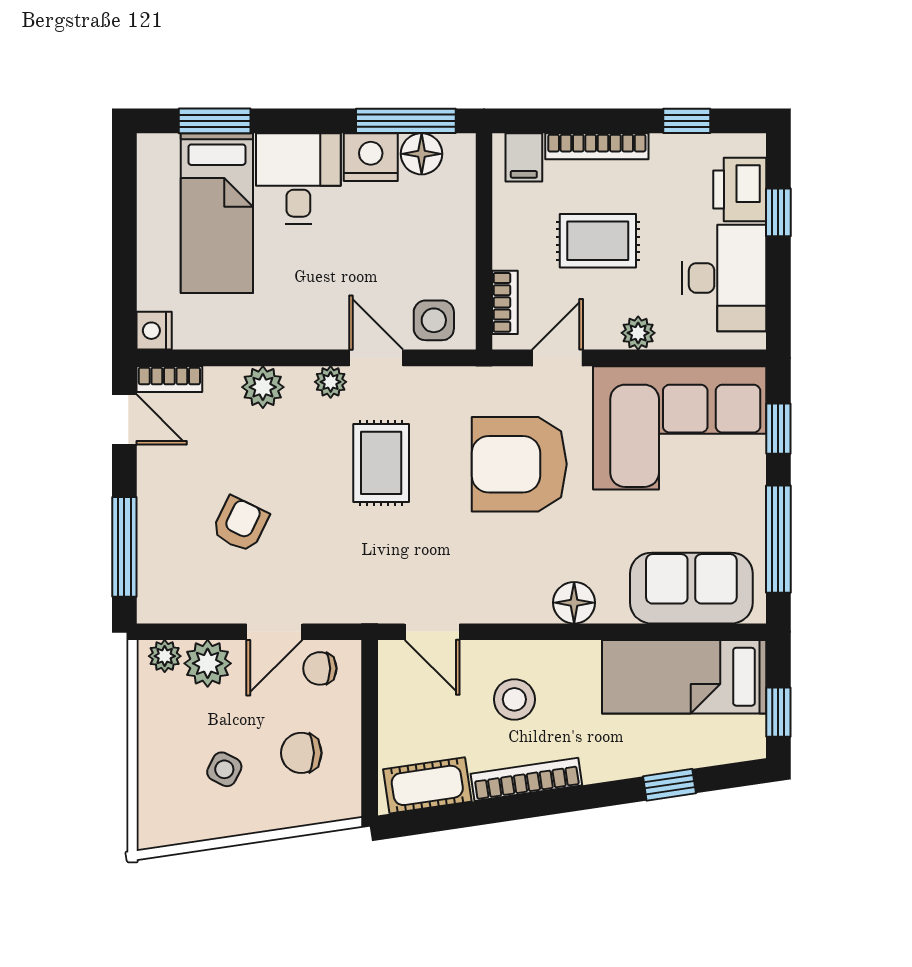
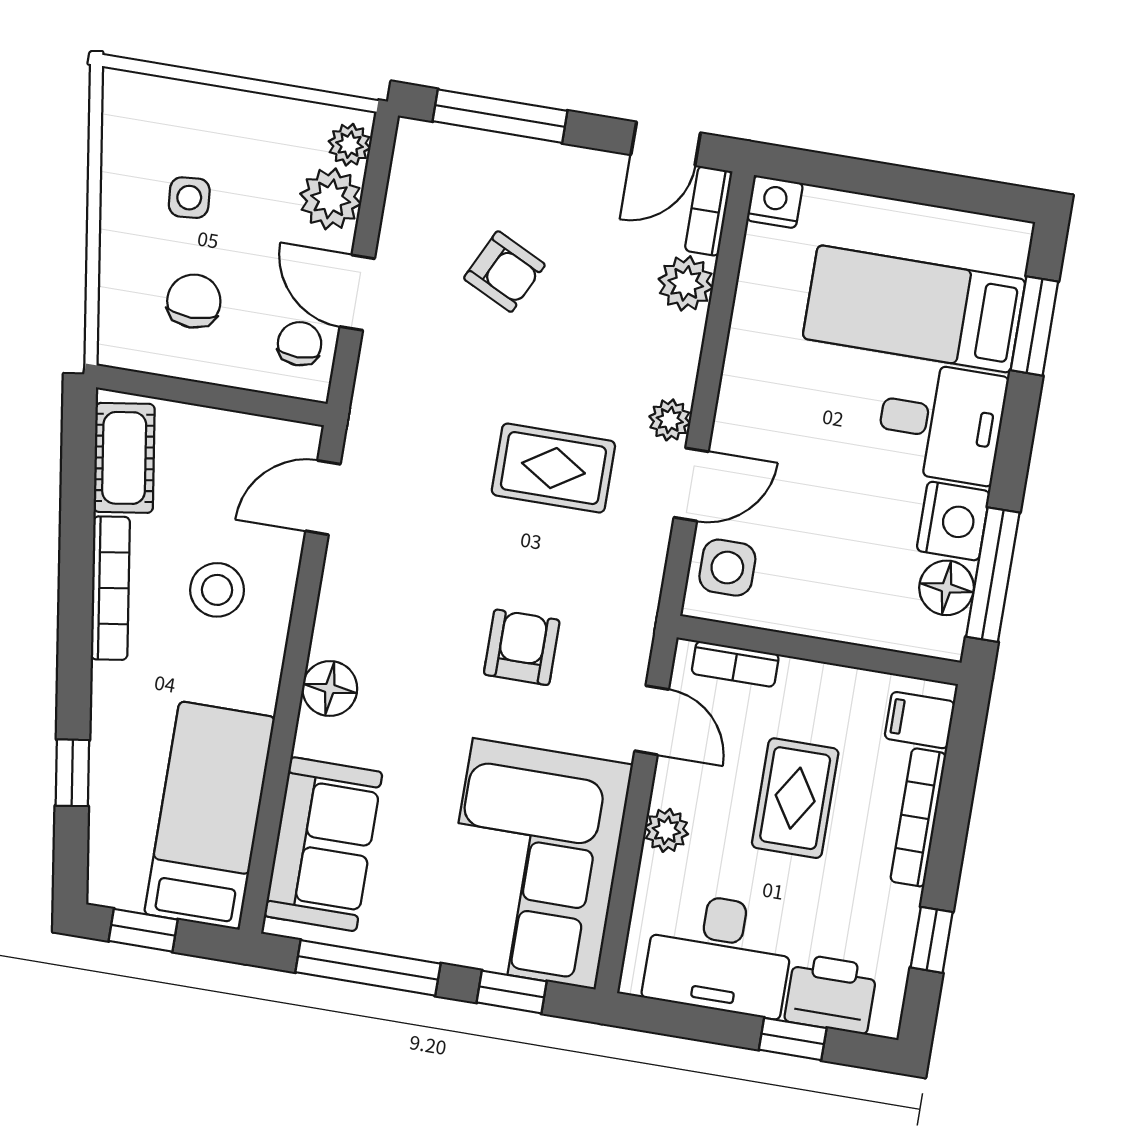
plant: (263, 387) -> (686, 283), moved
armchair: (519, 464) -> (522, 647), width x0.53, depth x0.53
side table: (224, 769) -> (189, 198), turned -32

